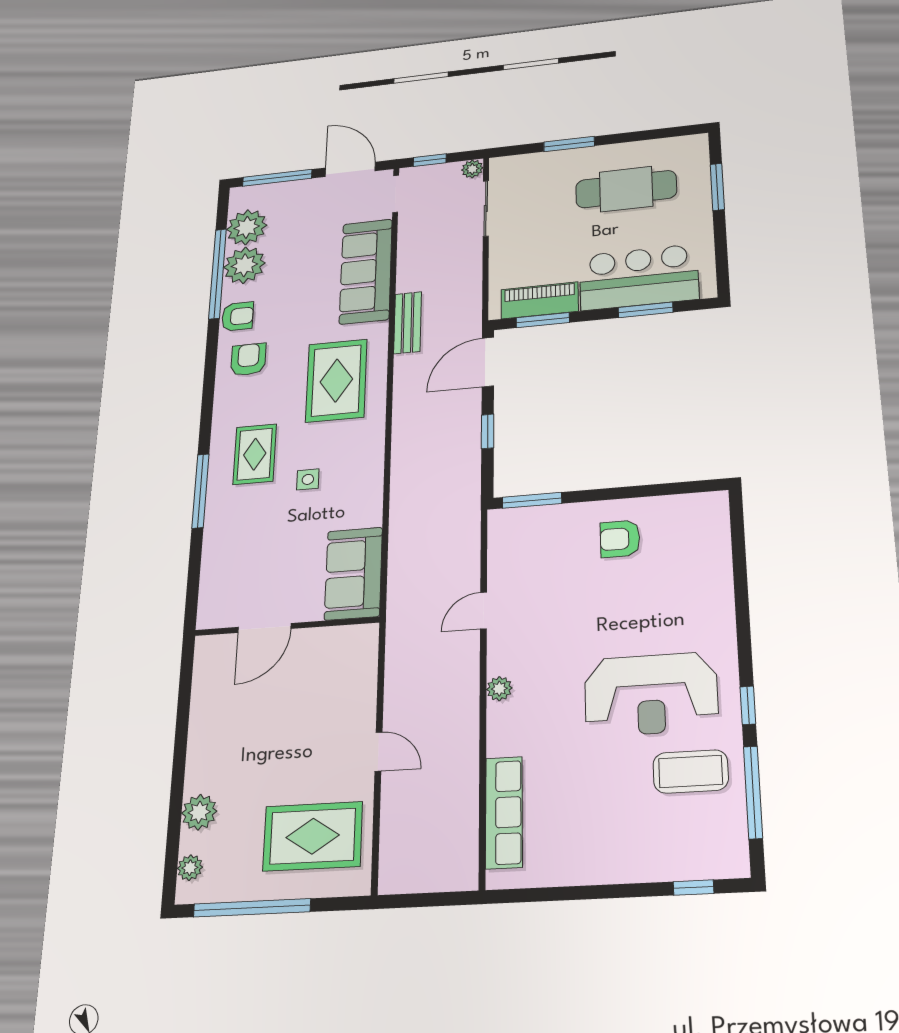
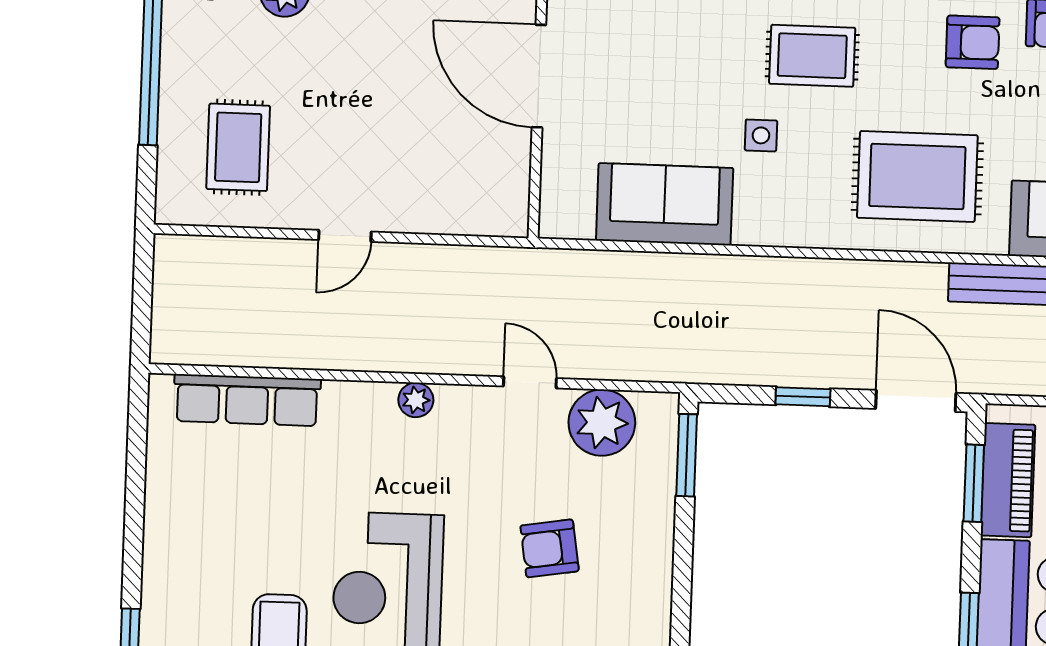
armchair: (620, 539) -> (550, 548), moved, turned -99
plant: (511, 559) -> (602, 423), added
sofa: (353, 574) -> (665, 204), moved
door: (264, 628) -> (539, 76), width x1.36
rug: (313, 836) -> (238, 147), width x0.73, depth x0.70

